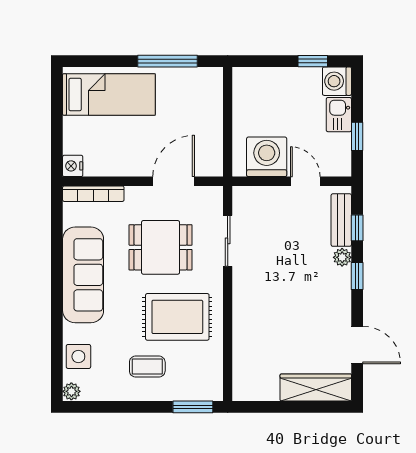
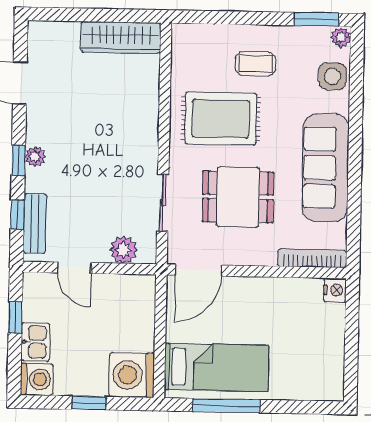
window: (313, 61) -> (89, 403), moved
bed: (109, 94) -> (216, 367), moved, turned 180
washing machine: (267, 157) -> (132, 375), moved, turned 90
door: (174, 181) -> (199, 270), moved
plant: (262, 198) -> (124, 250), added
plant: (342, 257) -> (35, 156), moved
wardrobe: (316, 387) -> (121, 37), moved
window: (193, 407) -> (316, 19), moved

